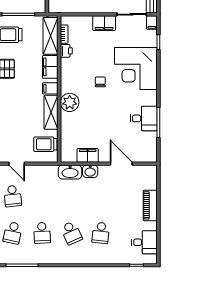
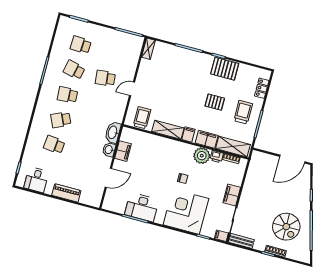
plant: (70, 102) -> (202, 156), moved
desk: (144, 118) -> (142, 207), width x1.37

